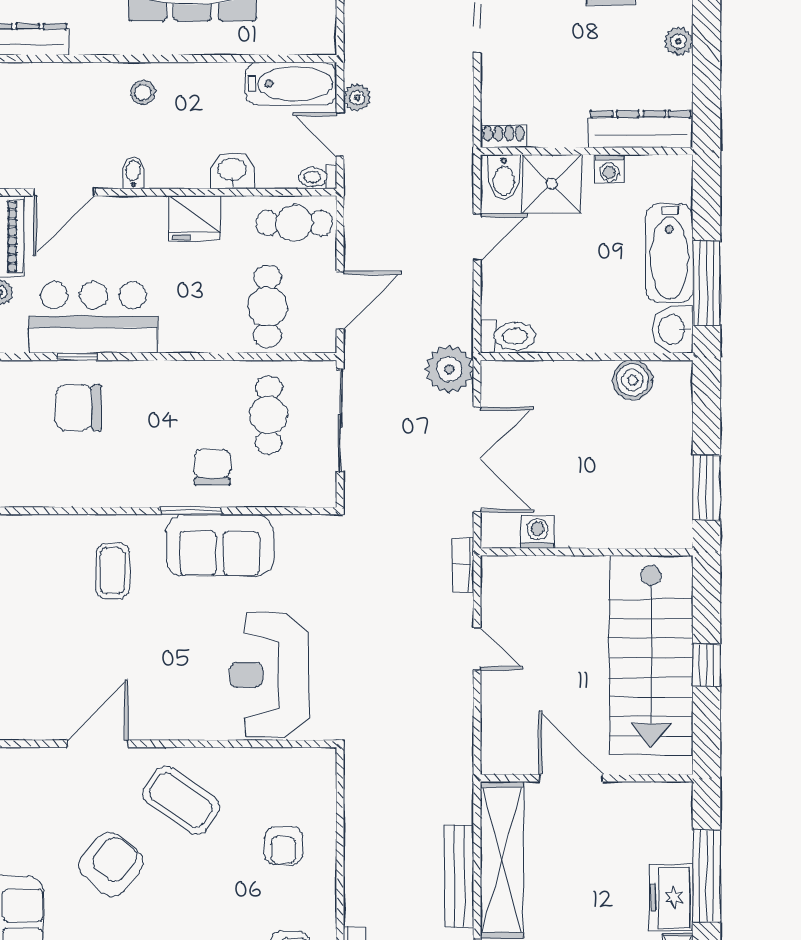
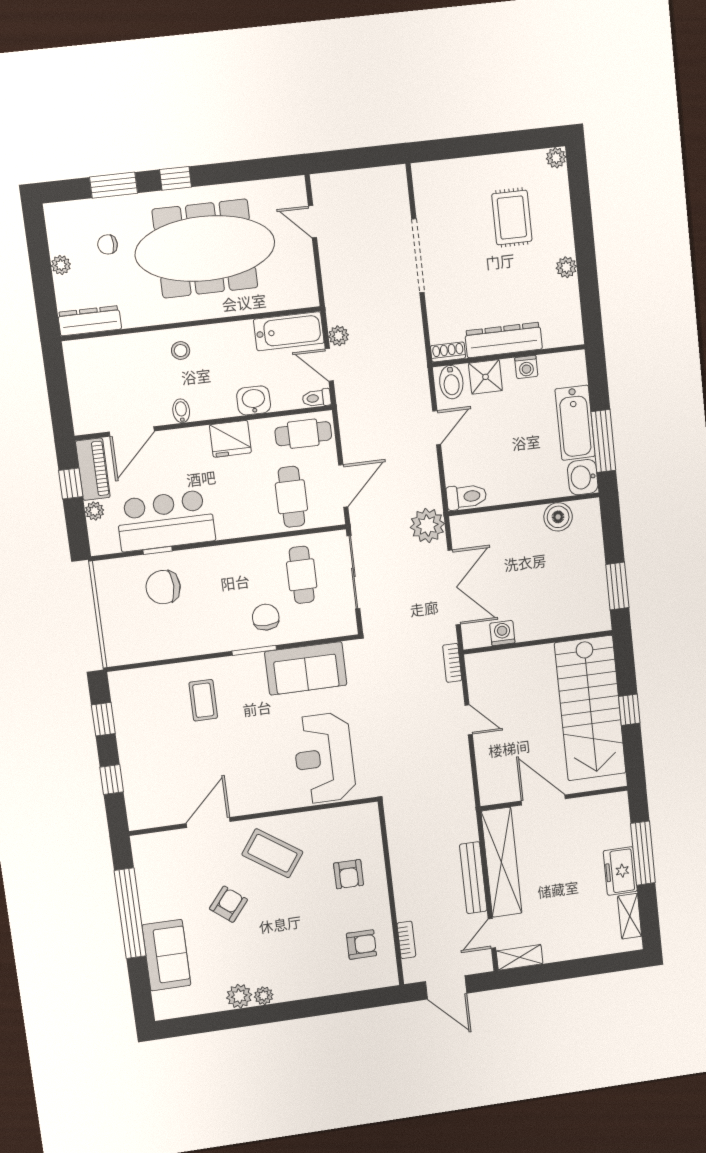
dresser: (641, 129) -> (504, 340), moved
shower: (552, 184) -> (486, 377), width x0.73, depth x0.73
sofa: (220, 545) -> (306, 668), moved
armchair: (111, 864) -> (228, 904), width x0.72, depth x0.72

